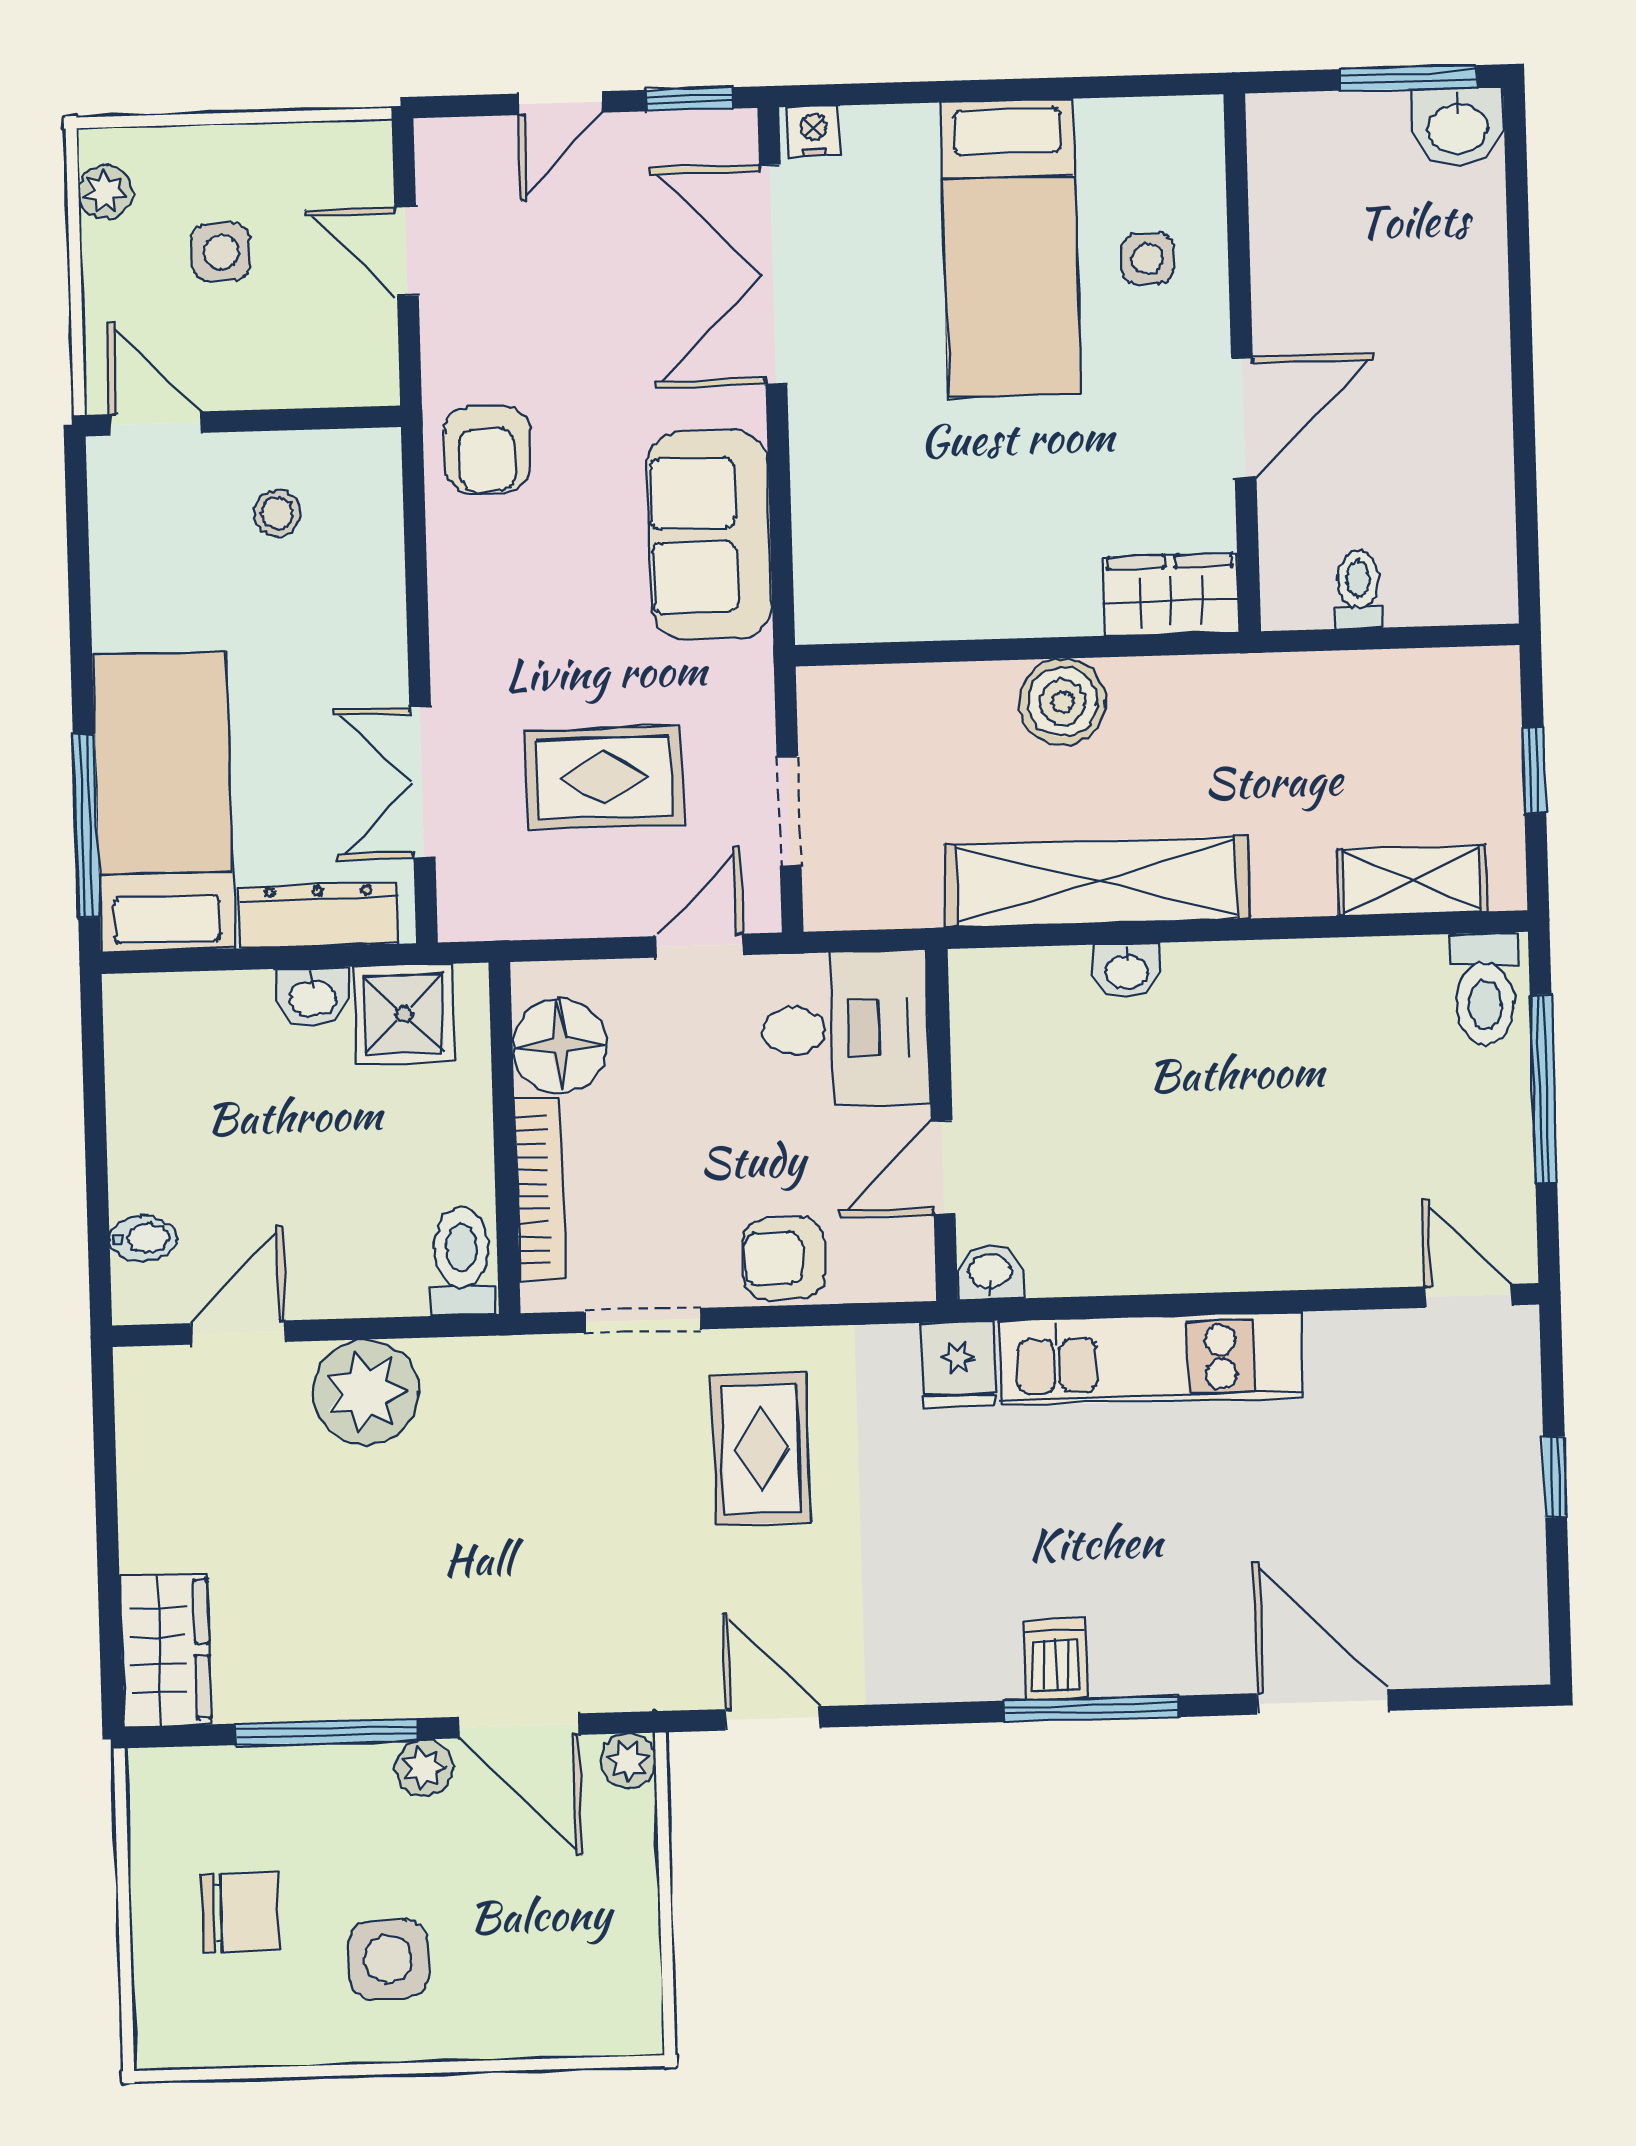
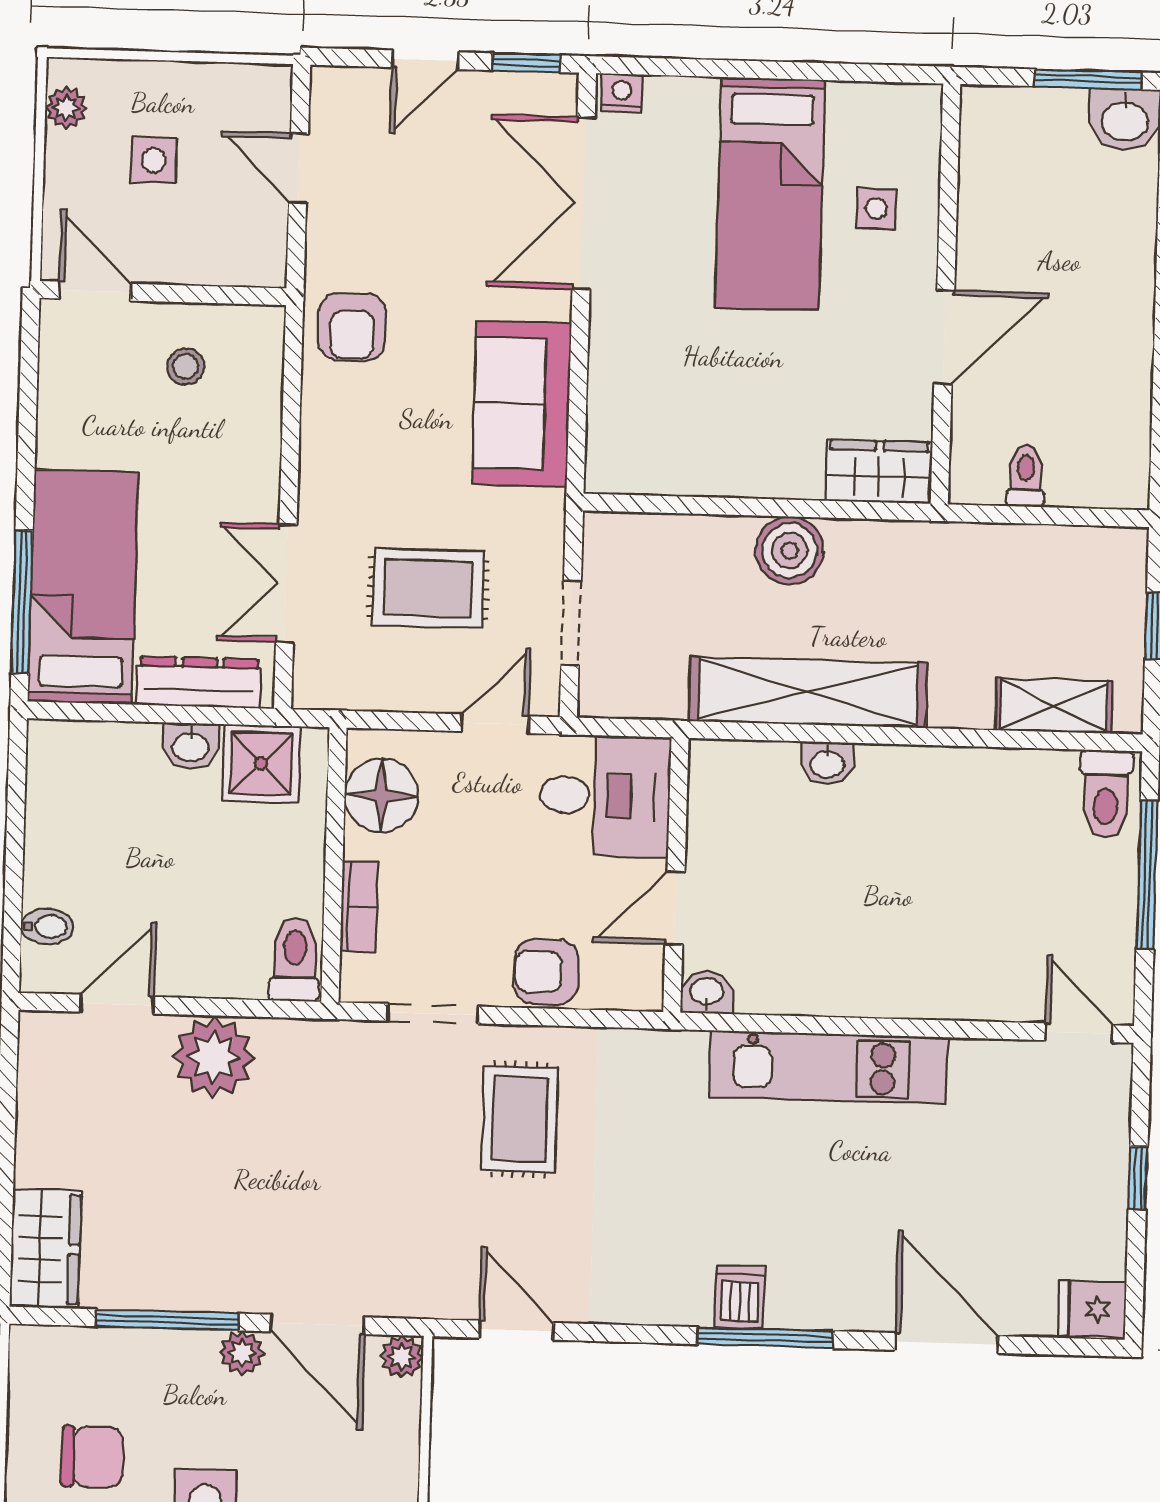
bookcase: (540, 1189) -> (359, 907), width x0.64
fridge: (958, 1365) -> (1092, 1309), moved, turned 90

